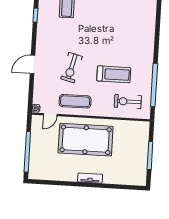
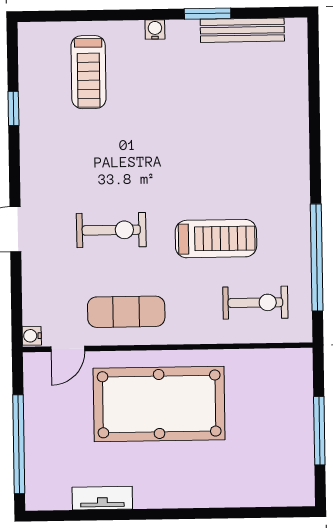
exercise bike: (71, 68) -> (111, 230), turned -104
exercise bike: (128, 102) -> (255, 303), turned 180
tv unit: (90, 178) -> (102, 498), moved

